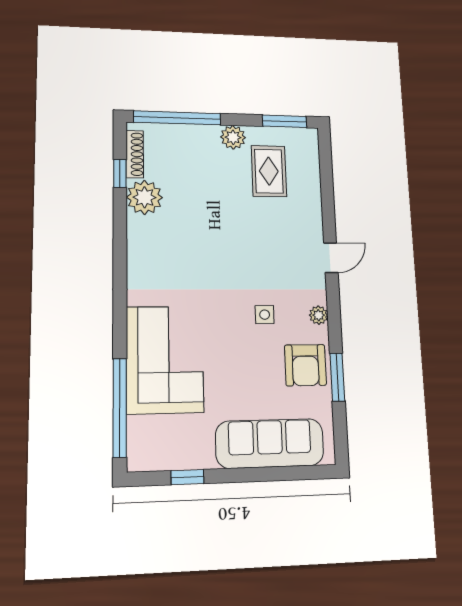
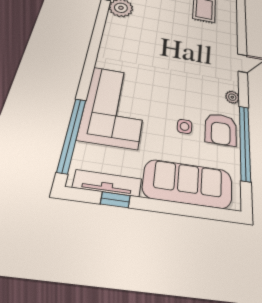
side table: (265, 315) -> (185, 126), moved
window: (337, 377) -> (245, 142), width x2.11
tv unit: (175, 460) -> (107, 183), added

